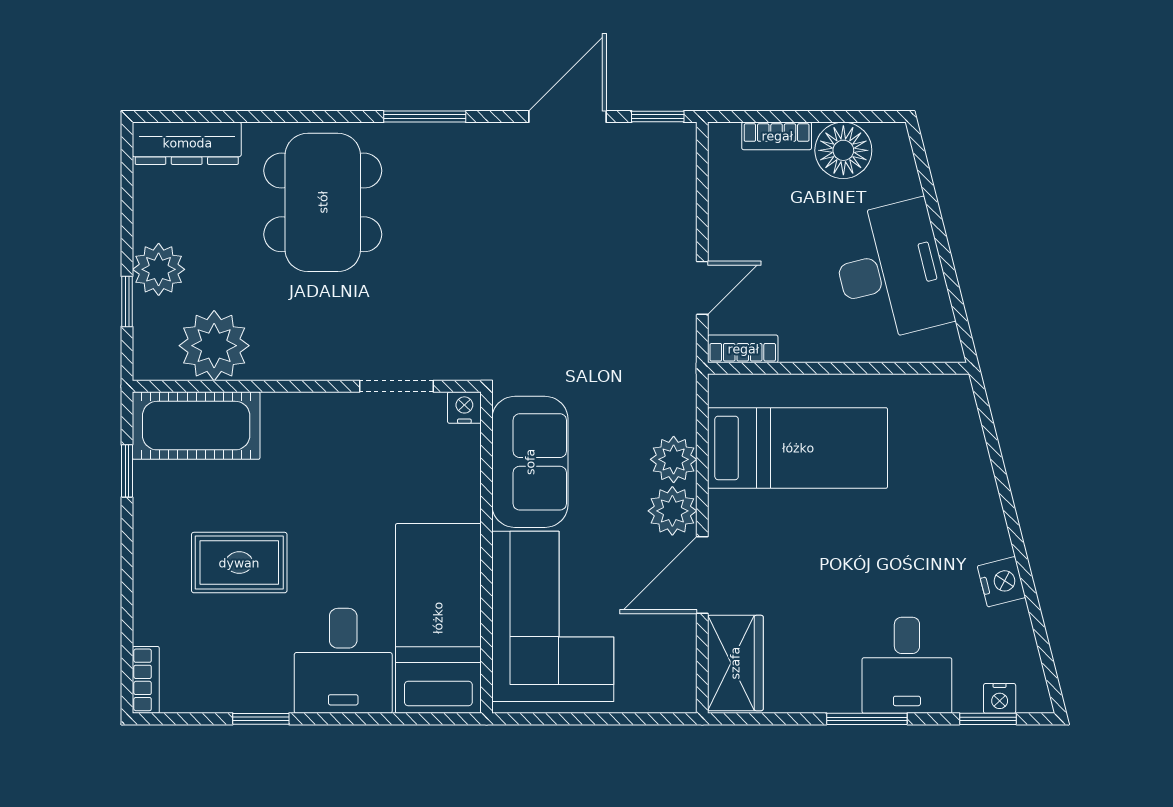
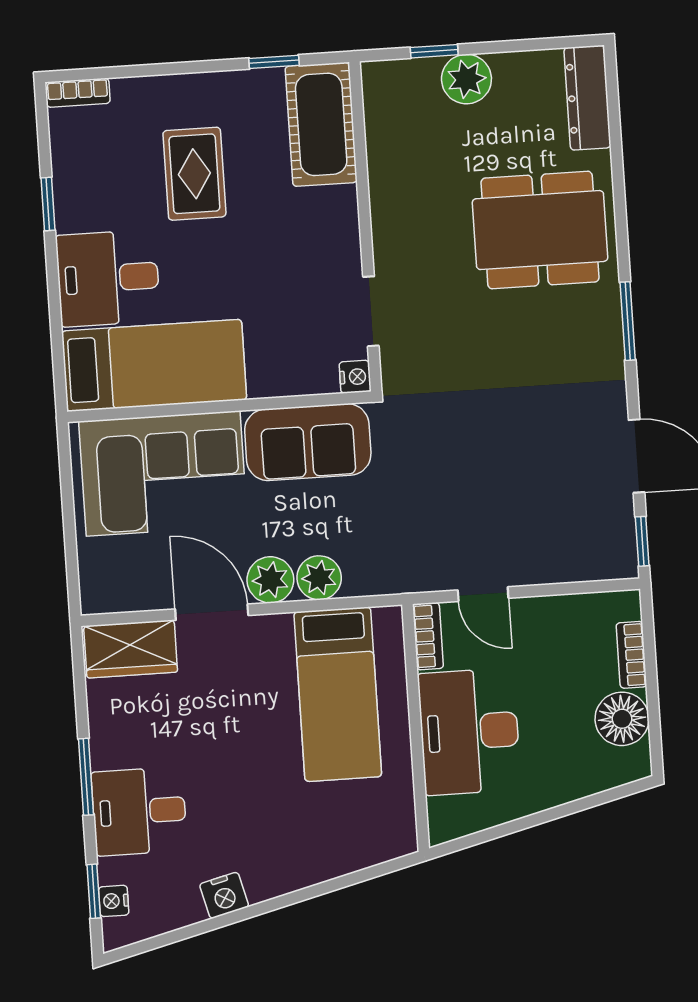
desk: (891, 271) -> (469, 732), moved, turned 104
plant: (214, 346) -> (398, 136), removed

